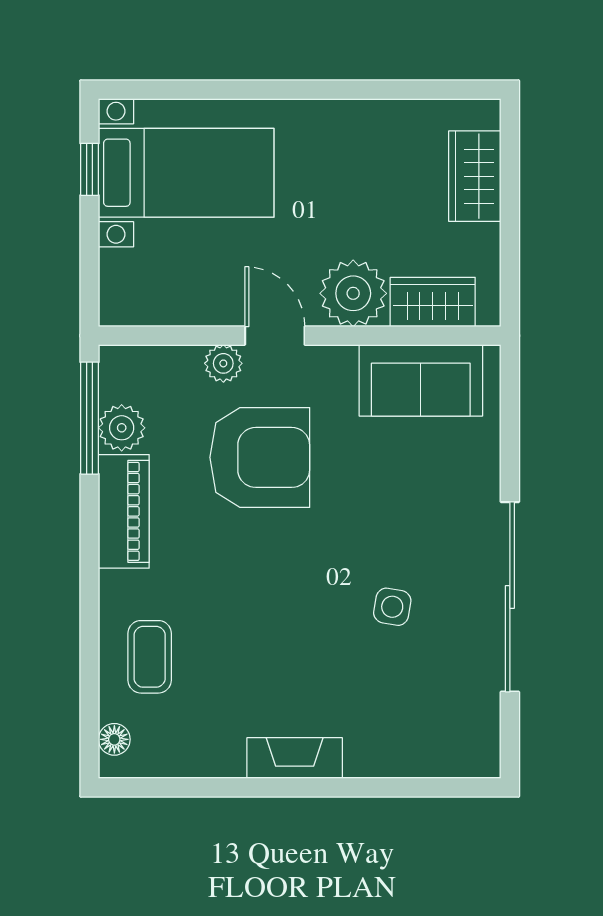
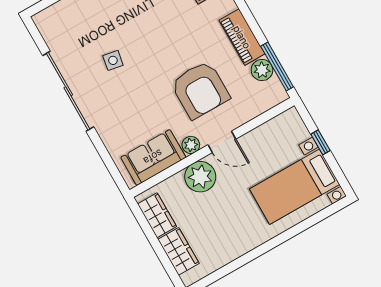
window: (89, 169) -> (321, 142), moved
wardrobe: (433, 302) -> (157, 215), moved, turned -90
plant: (223, 363) -> (191, 145), moved
armchair: (260, 457) -> (200, 90), turned -90

